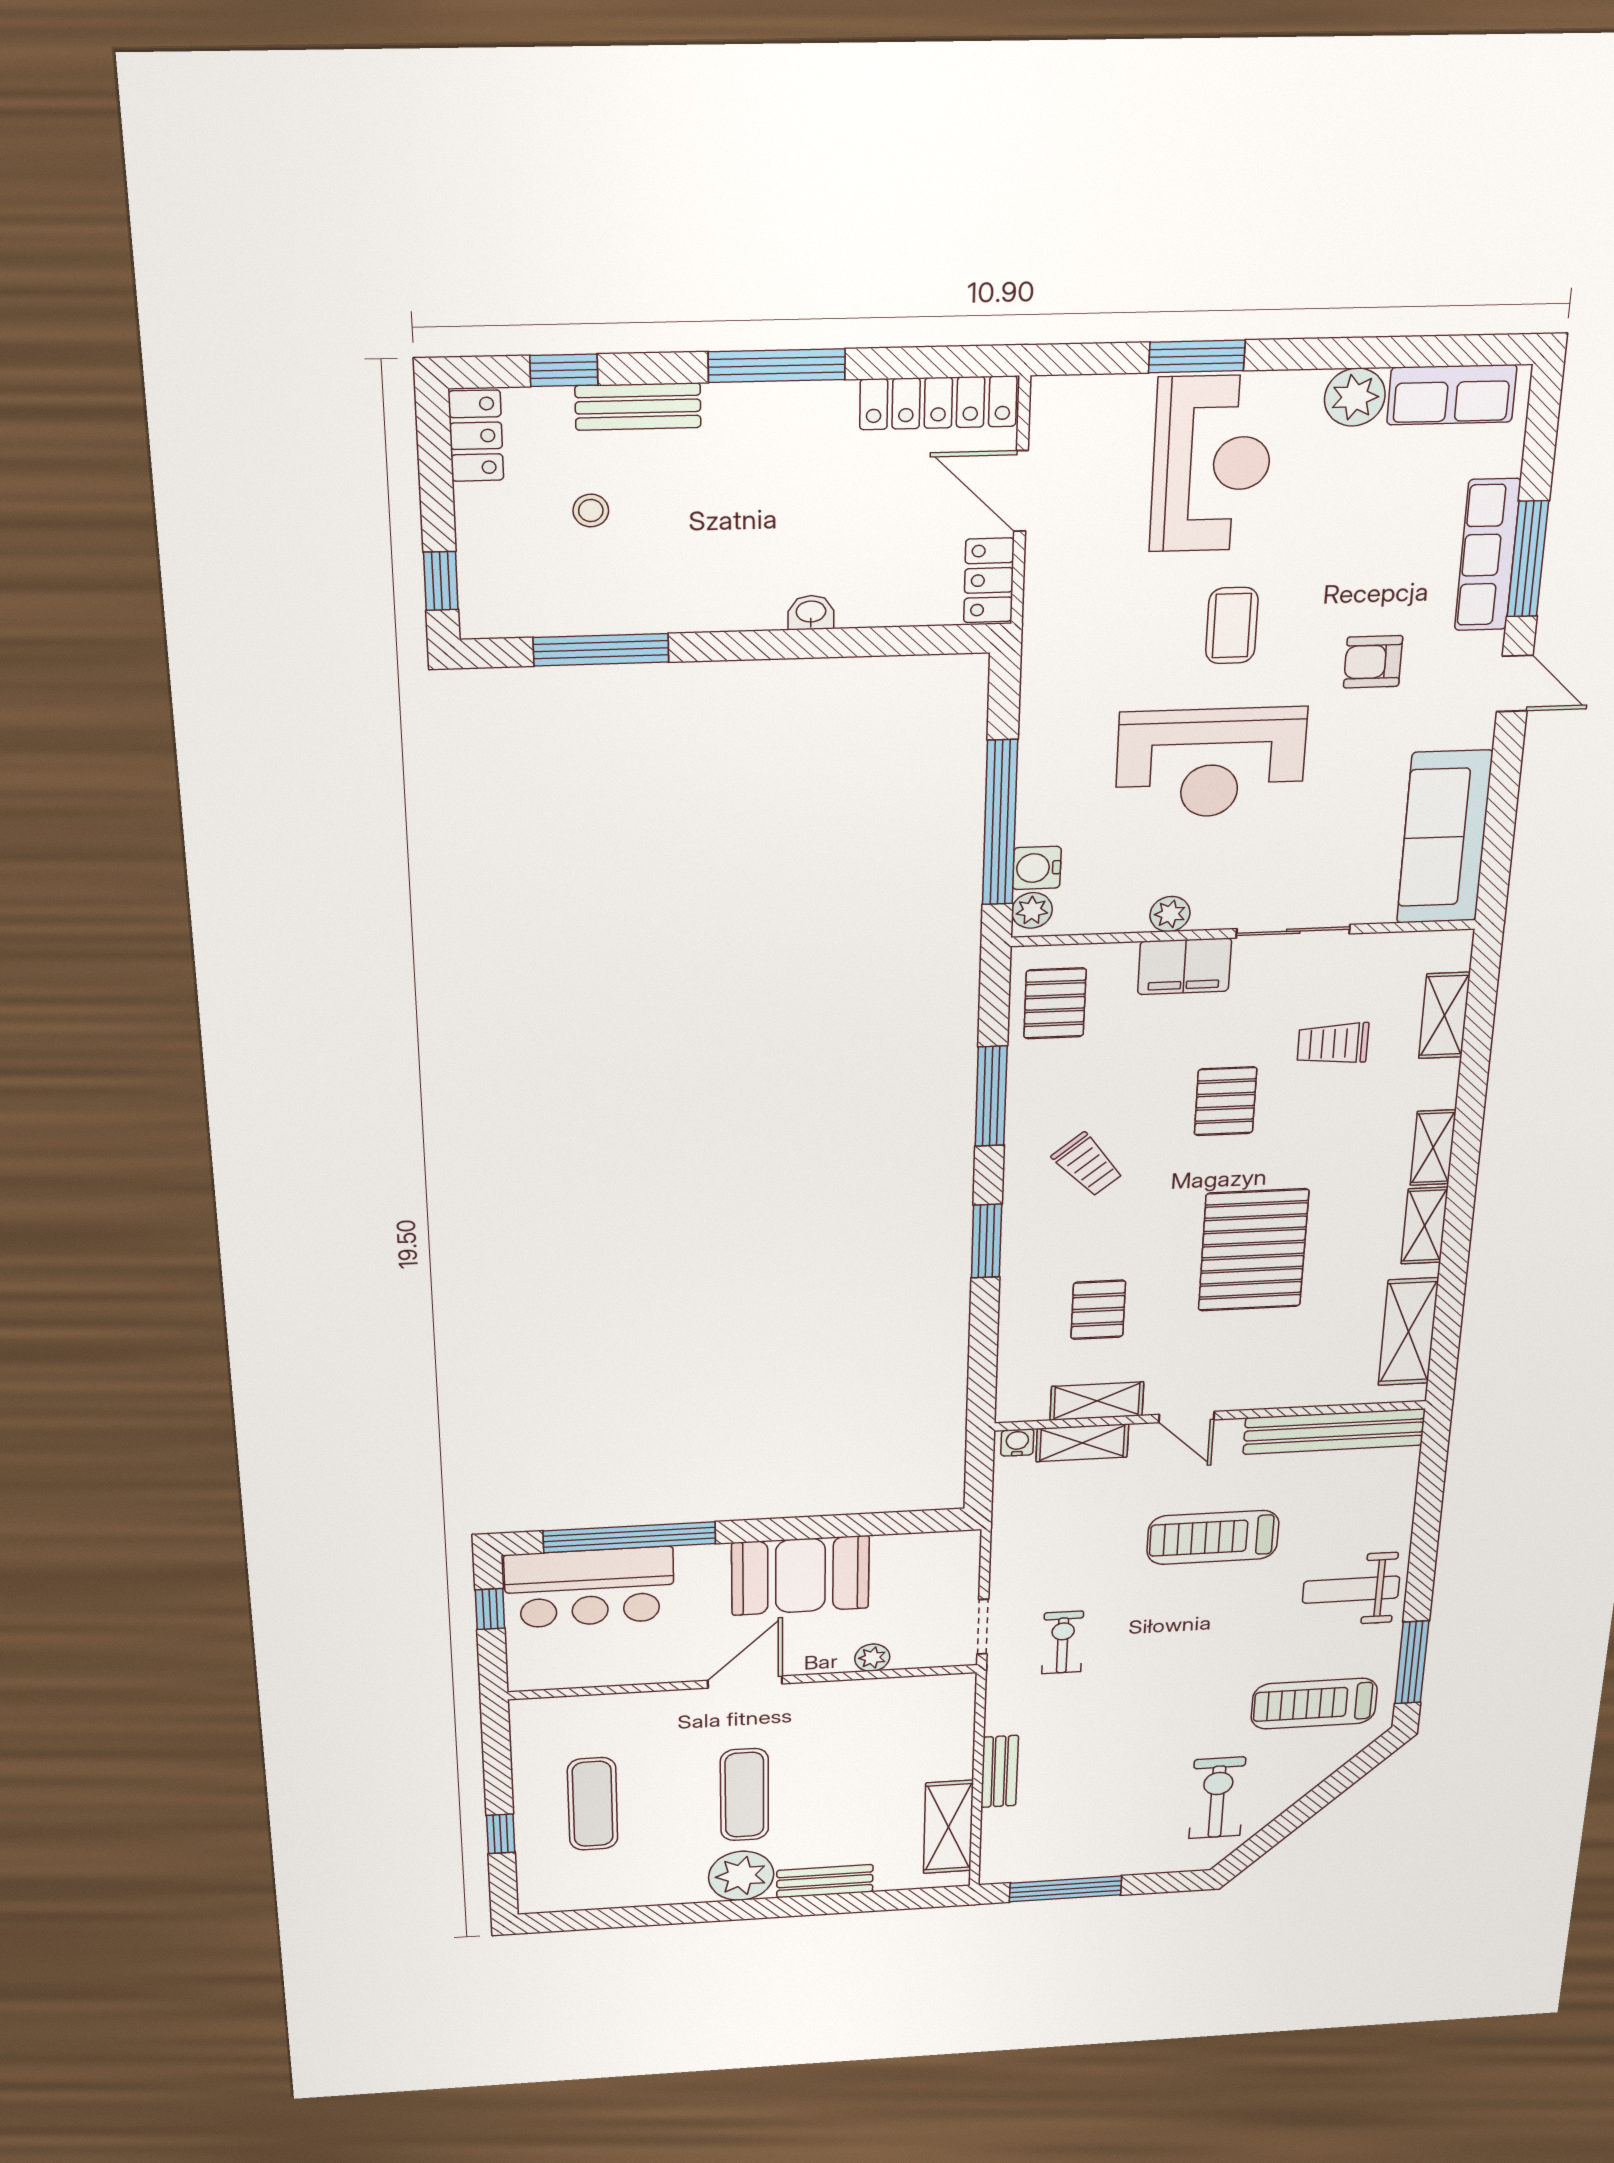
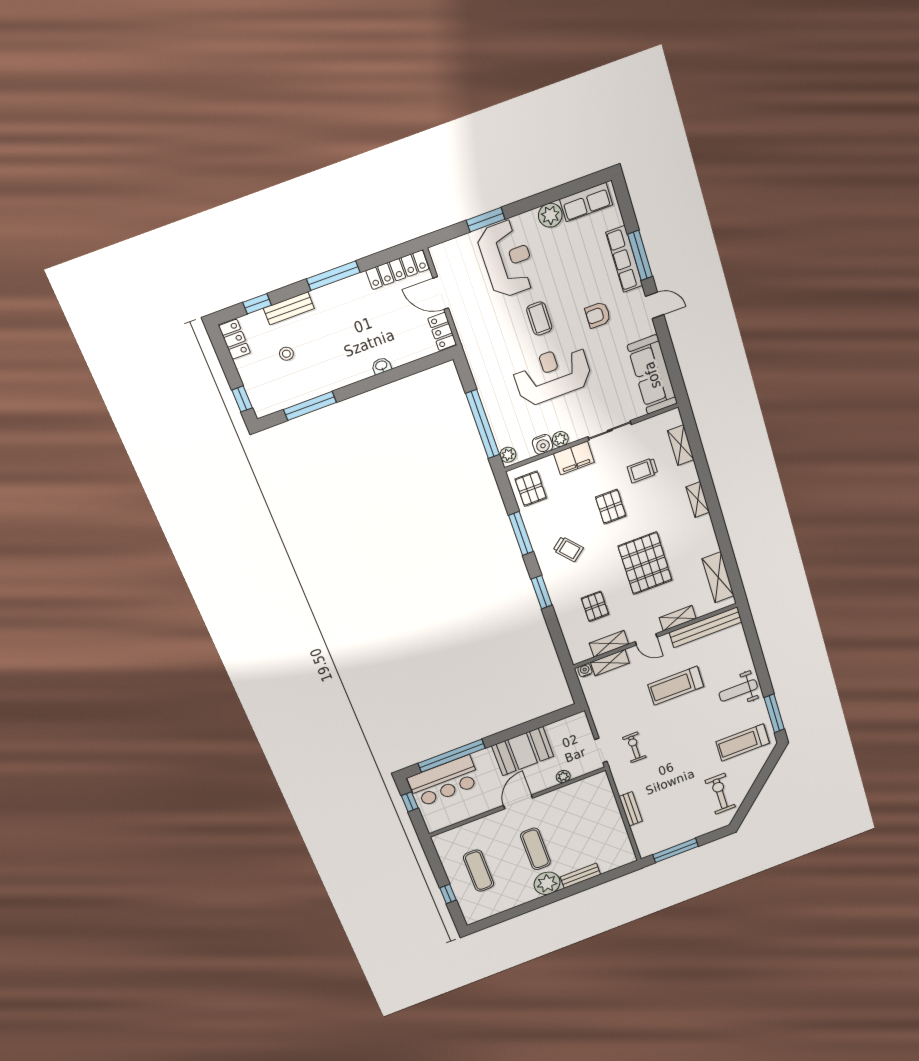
reception desk: (1211, 763) -> (552, 375), turned 180
water cooler: (1037, 868) -> (543, 444), moved, turned -90
shelving: (1425, 1226) -> (678, 618), moved, turned 90
shelving: (948, 1827) -> (620, 838), removed

